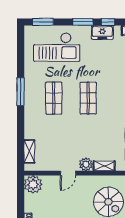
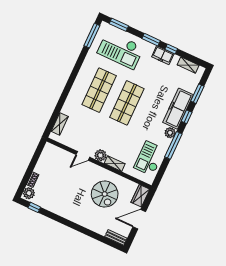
window: (21, 92) -> (92, 36), moved
shop shelf: (54, 98) -> (99, 90), width x1.43, depth x1.36
shop shelf: (88, 98) -> (127, 103), width x1.43, depth x1.36
plant: (33, 184) -> (50, 152), removed

